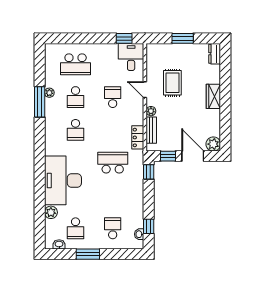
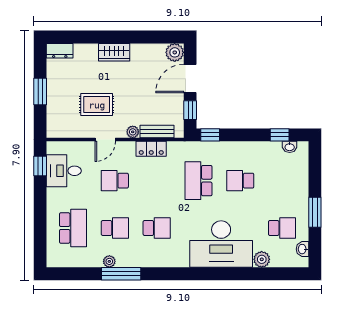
desk: (131, 57) -> (64, 171), moved
locker: (138, 137) -> (151, 149), moved
school desk: (113, 228) -> (240, 181), moved

